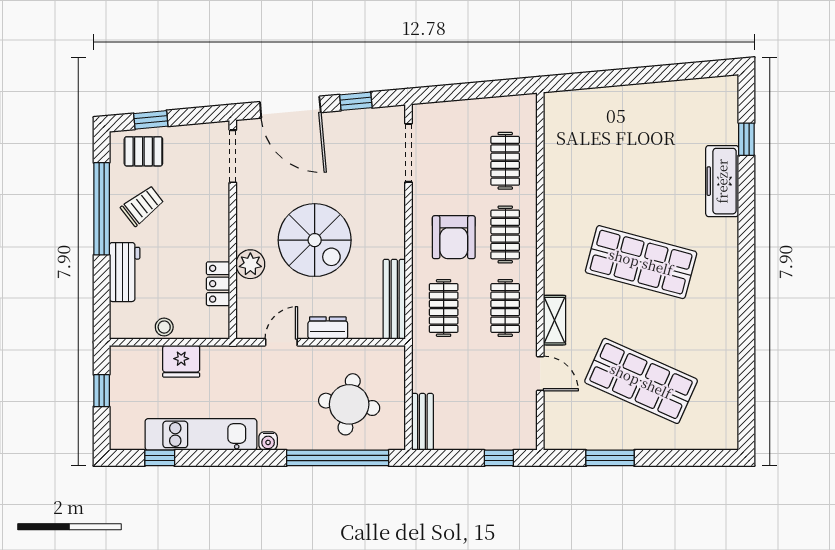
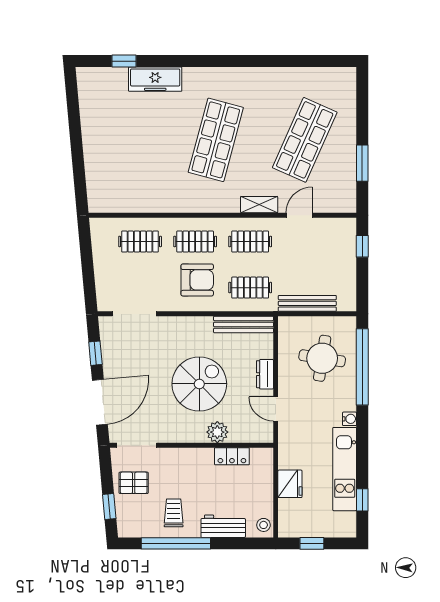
pallet: (143, 151) -> (134, 483), moved, turned 90
trolley: (142, 206) -> (174, 513), turned 38
stool: (164, 327) -> (264, 525), moved
bench: (422, 422) -> (307, 303), moved, width x1.36

